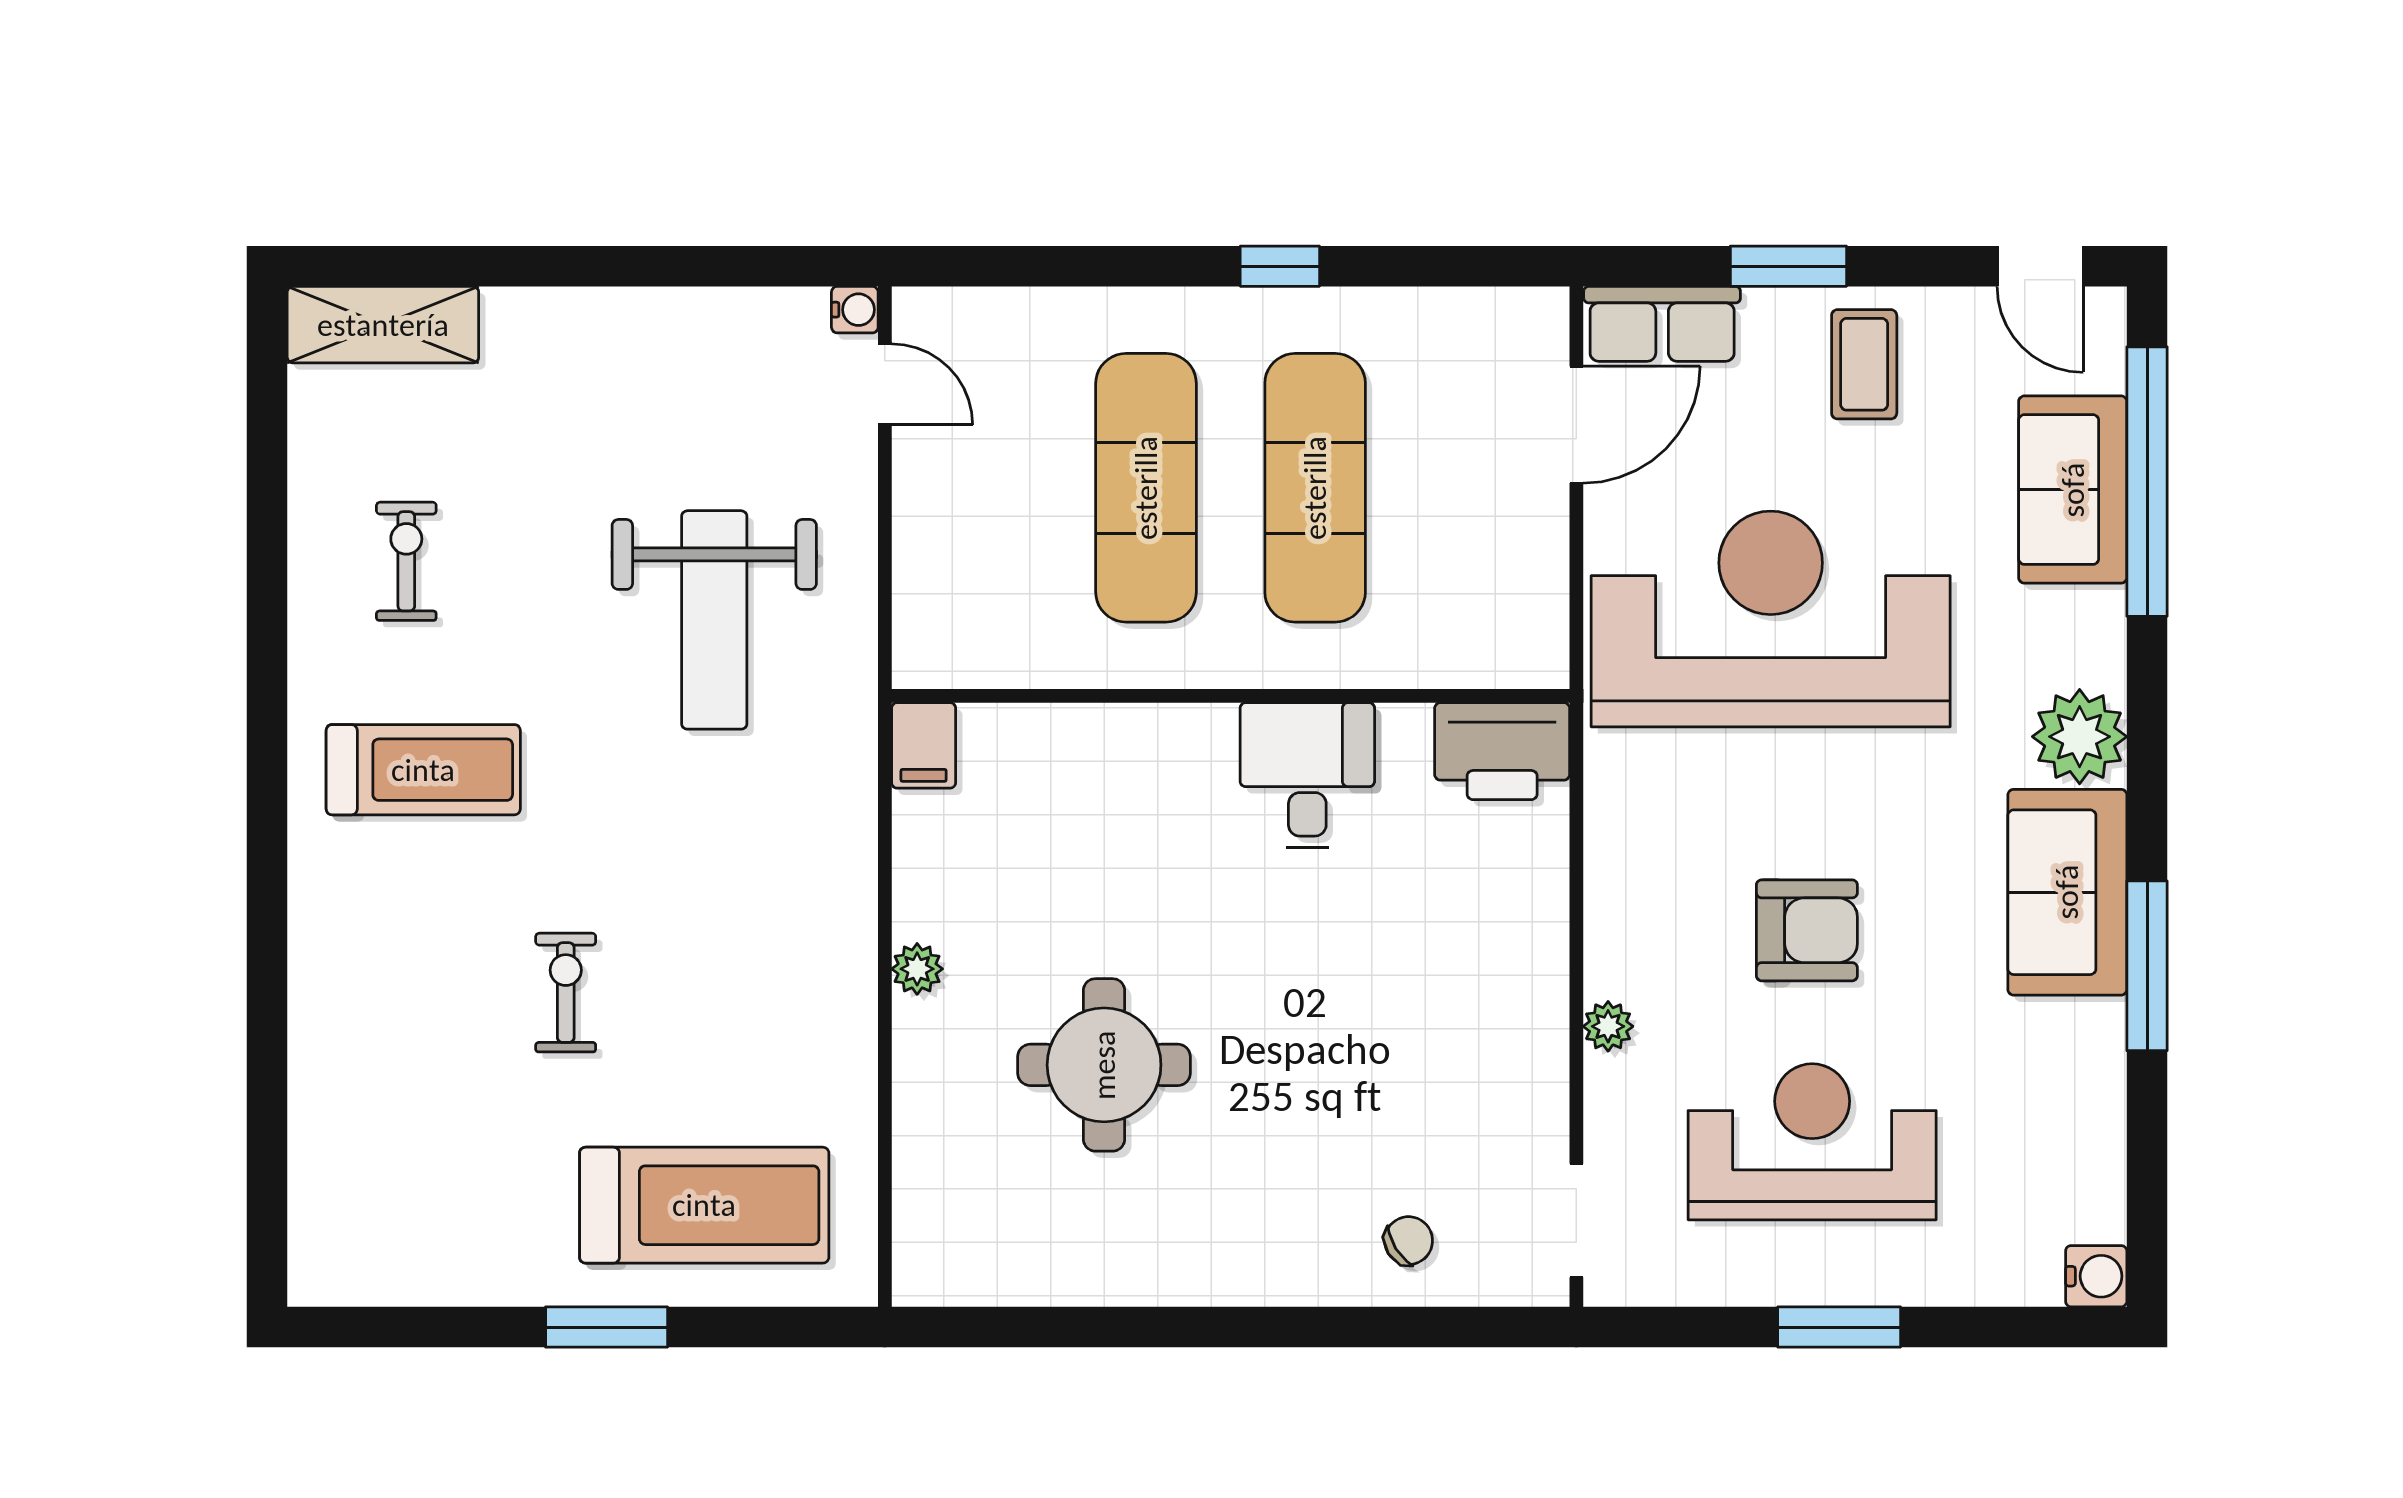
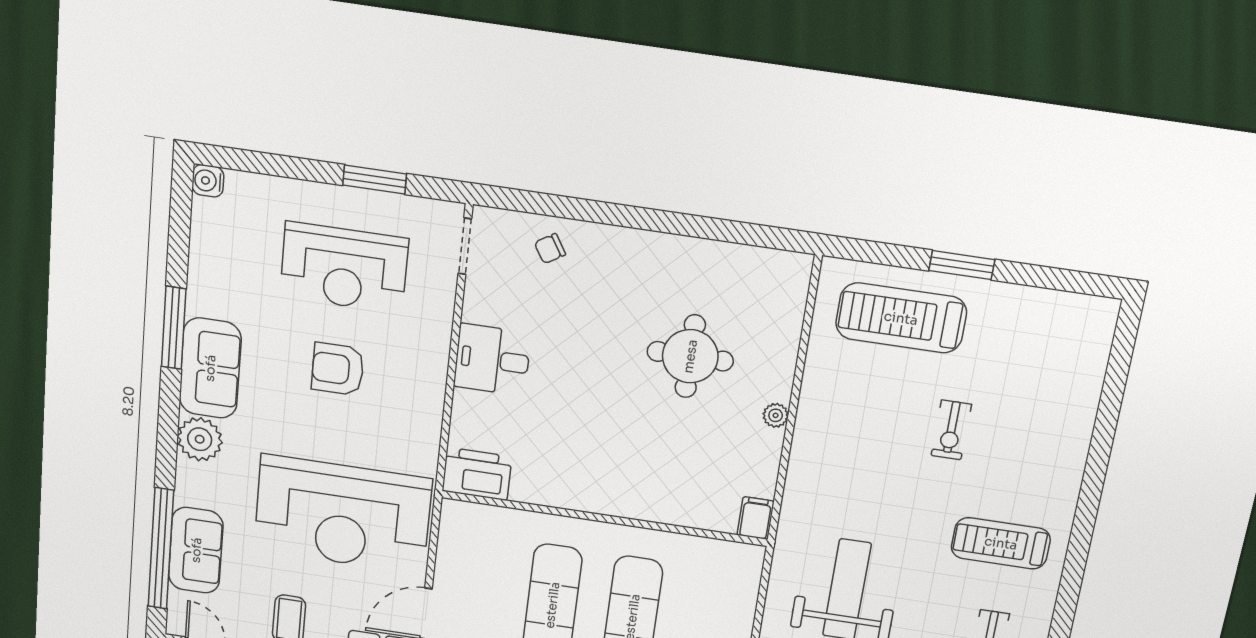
desk: (1307, 775) -> (492, 360), moved, turned 90
plant: (1608, 1026) -> (439, 338), removed
window: (1839, 1327) -> (375, 179), moved

